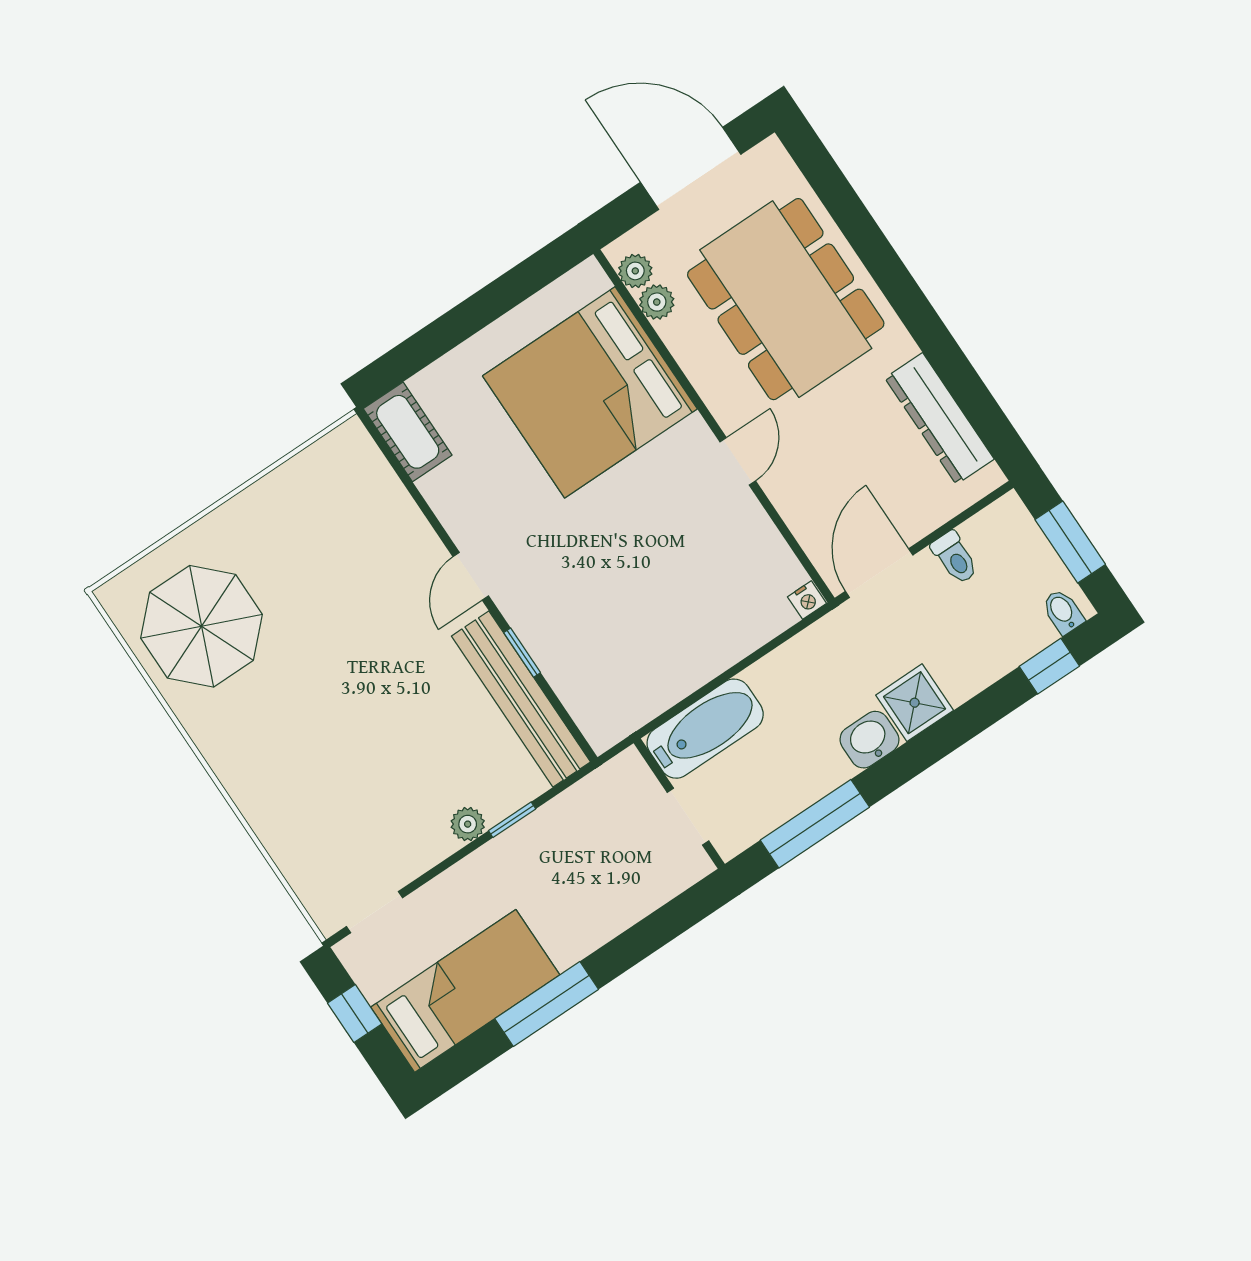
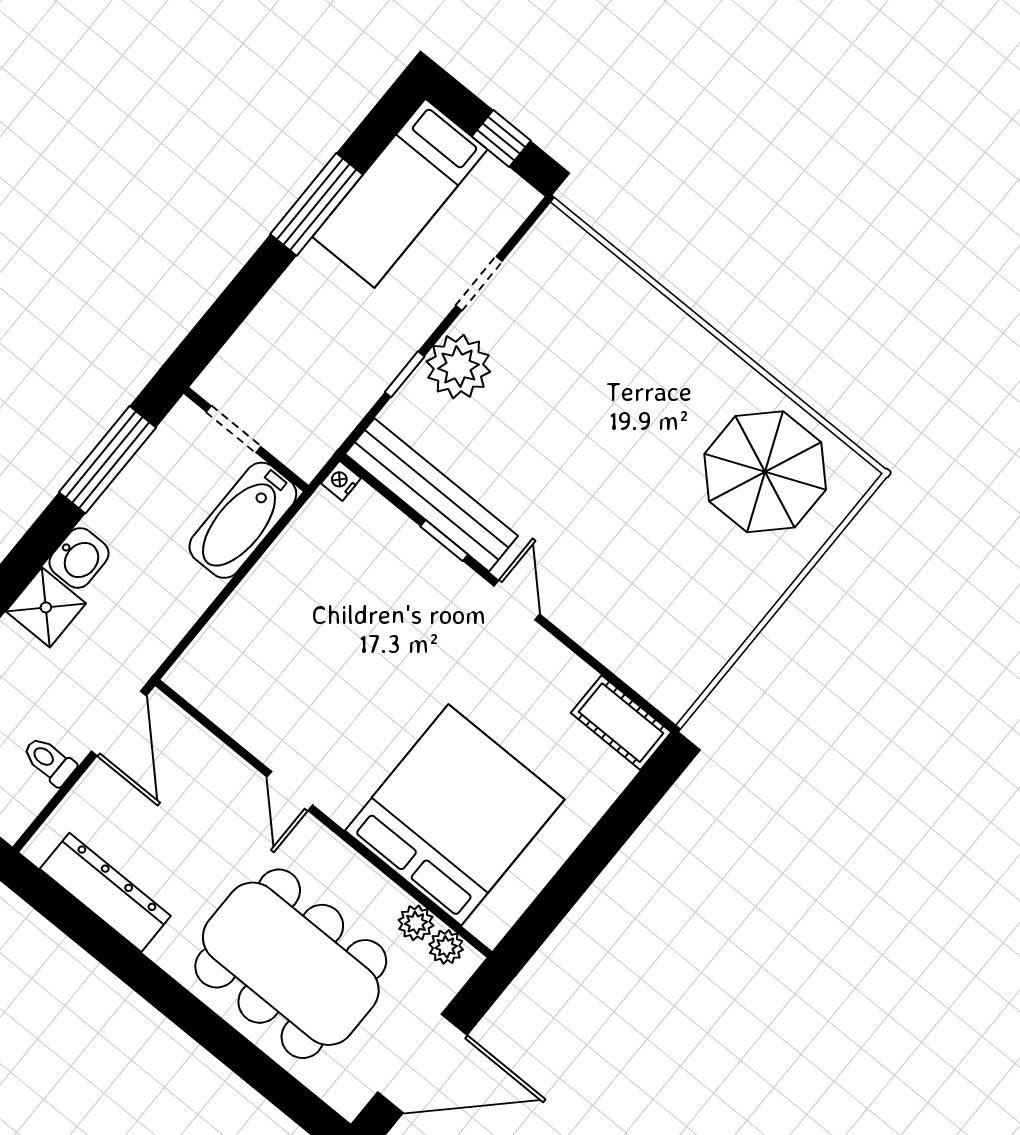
nightstand: (807, 600) -> (341, 481), moved
plant: (468, 824) -> (458, 367), width x1.88, depth x1.88
doorway: (374, 912) -> (479, 283), moved

